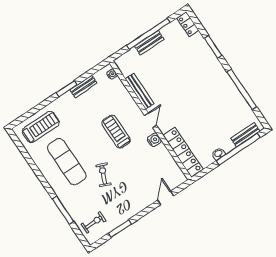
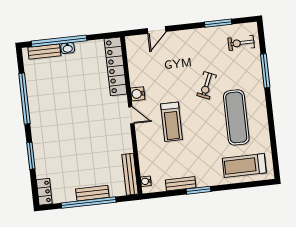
bench: (139, 91) -> (130, 174), moved
door: (150, 120) -> (131, 115), swing flipped
washbasin: (219, 154) -> (68, 48), moved

